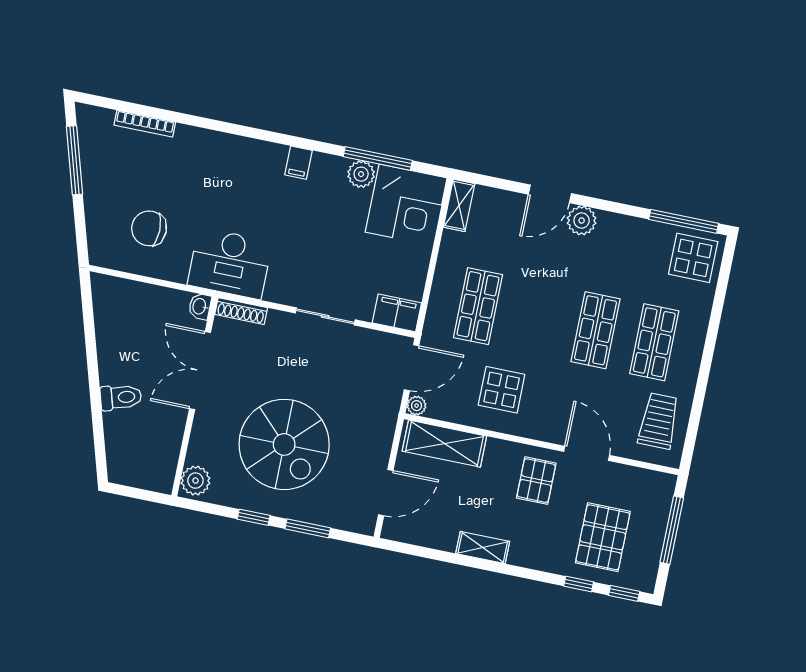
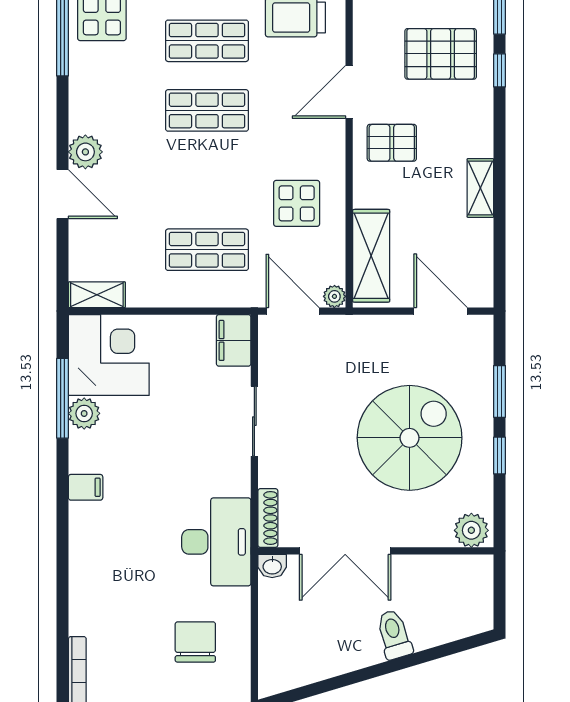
chair: (149, 228) -> (195, 642), turned 180

